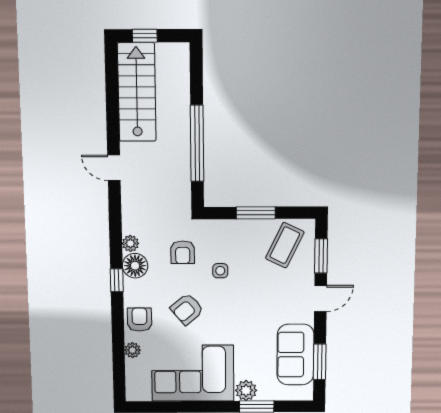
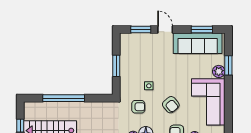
window: (197, 143) -> (64, 98), moved
coffee table: (285, 245) -> (135, 50), removed
sofa: (295, 355) -> (198, 43), width x1.36

